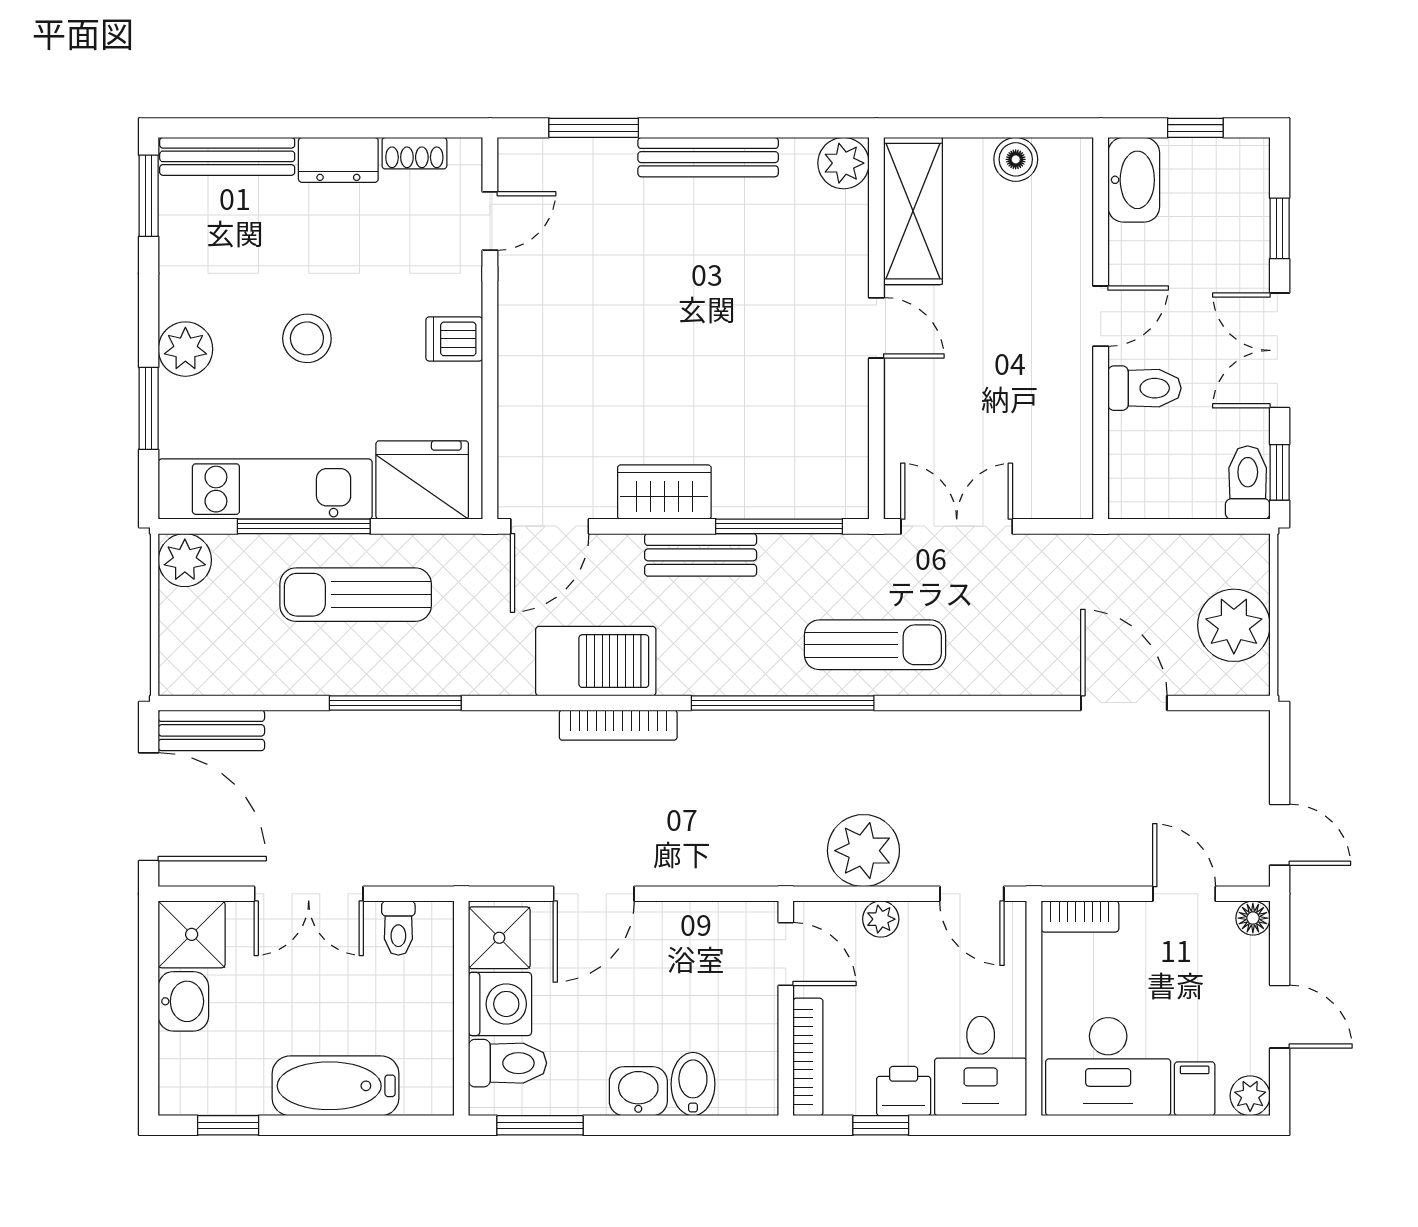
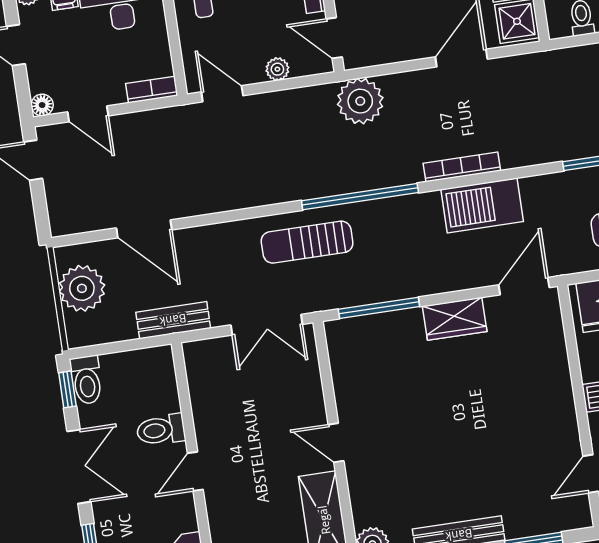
bench: (701, 555) -> (173, 320), moved
plant: (863, 851) -> (360, 101), moved

